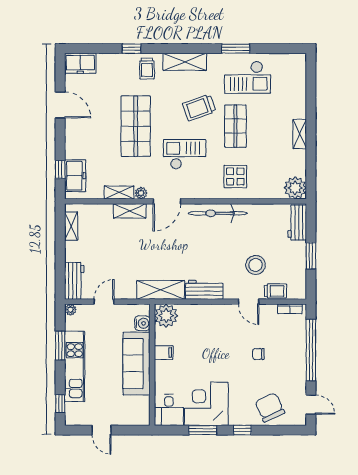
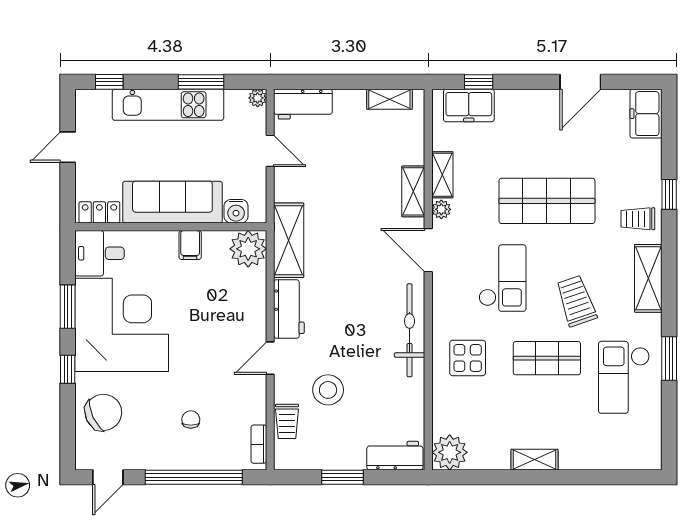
door: (249, 302) -> (270, 358), moved
chair: (258, 354) -> (191, 420), moved
corner desk: (206, 404) -> (122, 325), width x1.36, depth x1.36
locker: (143, 410) -> (99, 212), added

